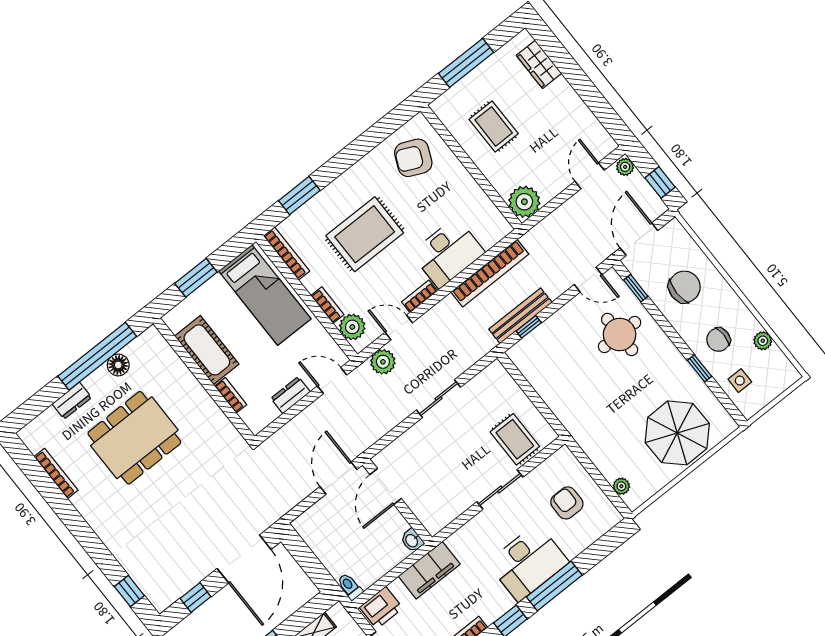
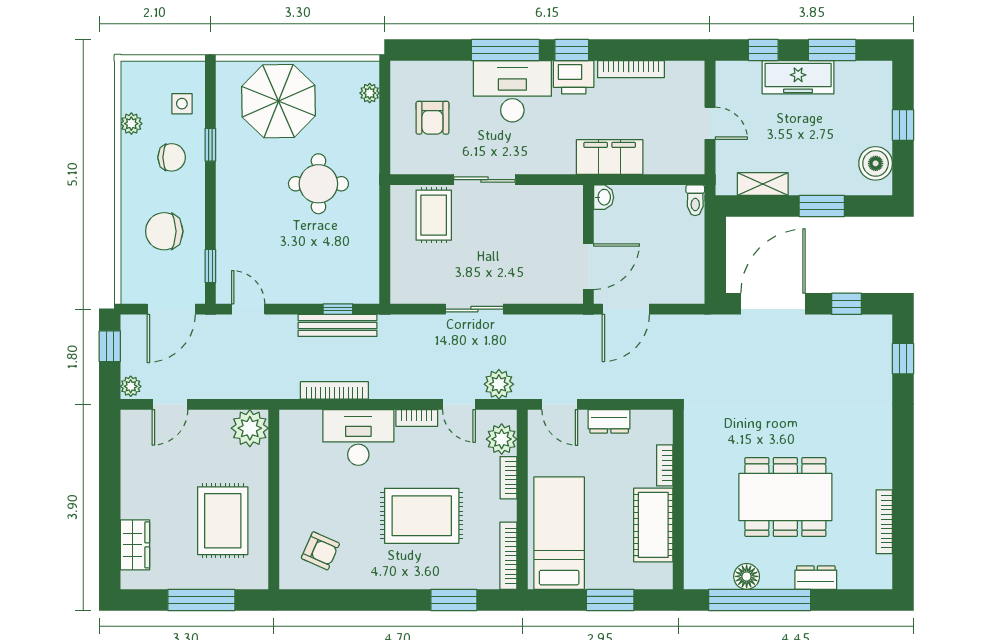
rug: (494, 126) -> (223, 521), width x1.36, depth x1.43
armchair: (413, 158) -> (320, 551), width x0.72, depth x0.72
bookcase: (490, 273) -> (334, 390), width x0.68, depth x0.76
round table: (620, 334) -> (318, 184), moved
printer: (381, 608) -> (574, 77), moved, turned 180

